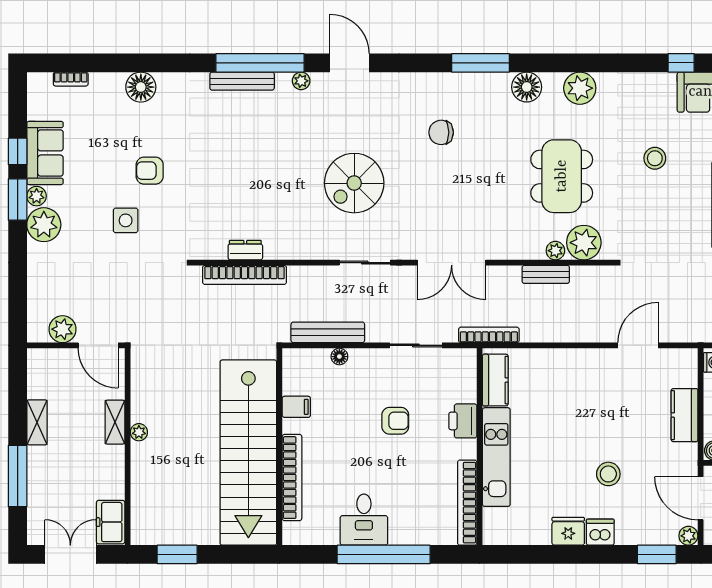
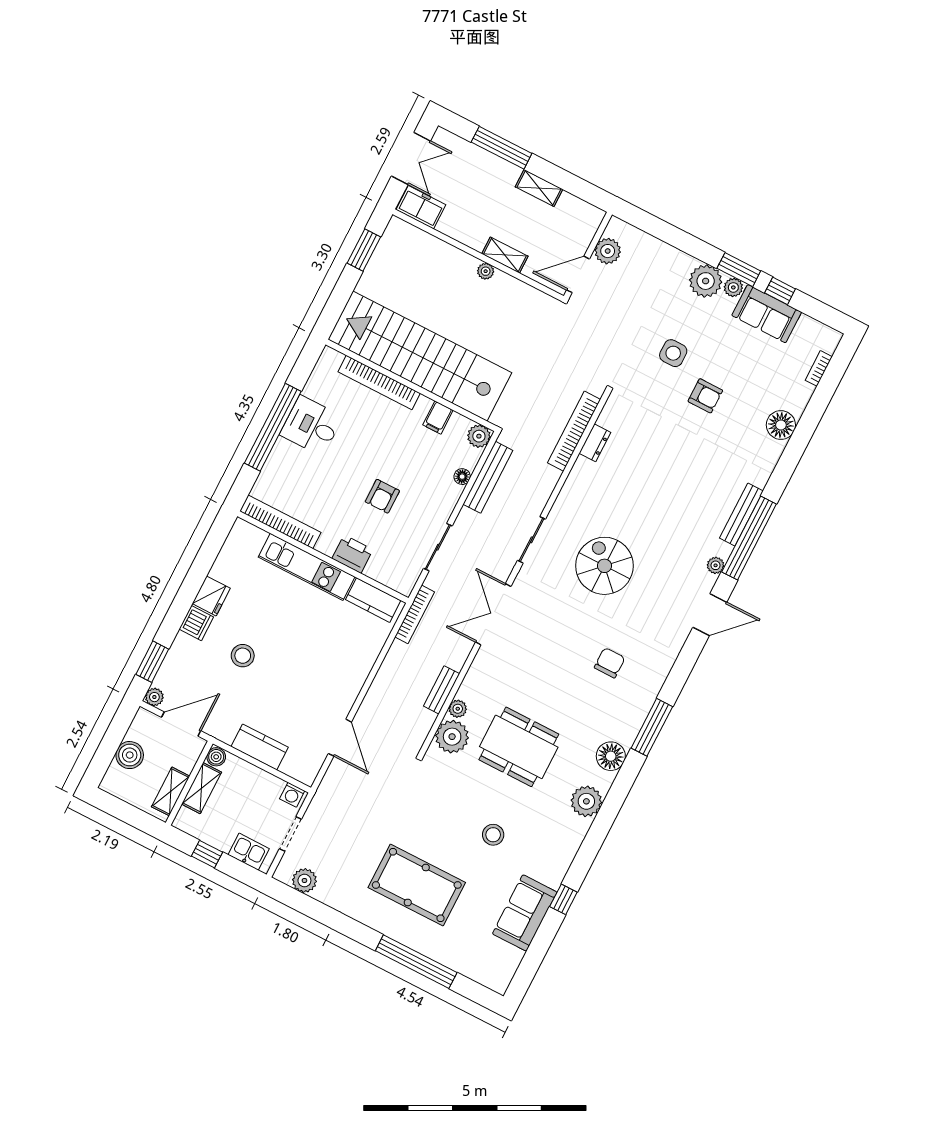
armchair: (150, 171) -> (705, 396), turned 90
plant: (294, 360) -> (479, 436), added

